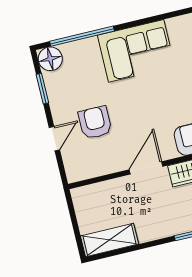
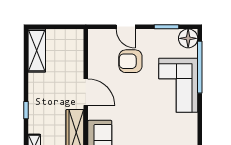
corner sofa: (136, 51) -> (178, 85), moved
armchair: (95, 122) -> (130, 61), turned 180

